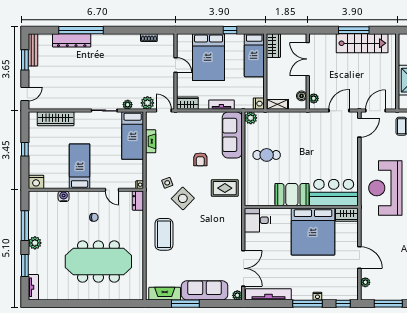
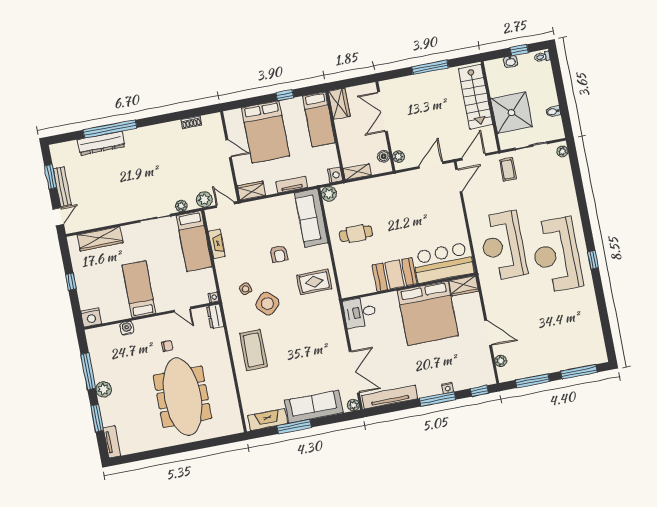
stairs: (362, 43) -> (476, 97), moved, turned 90
bench: (33, 50) -> (62, 187), moved
meeting table: (98, 262) -> (183, 397), turned 90

